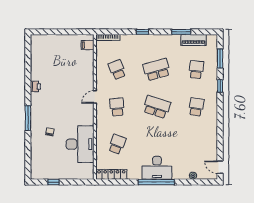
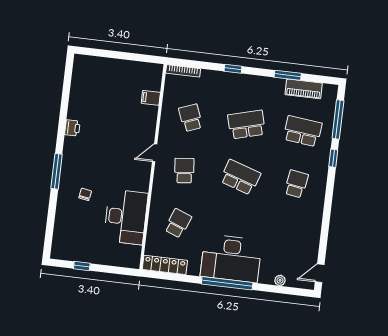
filing cabinet: (88, 45) -> (151, 98), moved
window: (220, 58) -> (338, 119), width x1.44
school desk: (196, 70) -> (303, 131), width x1.85
door: (220, 167) -> (320, 273), hinge flipped
desk: (157, 168) -> (231, 258), width x1.36, depth x1.30

